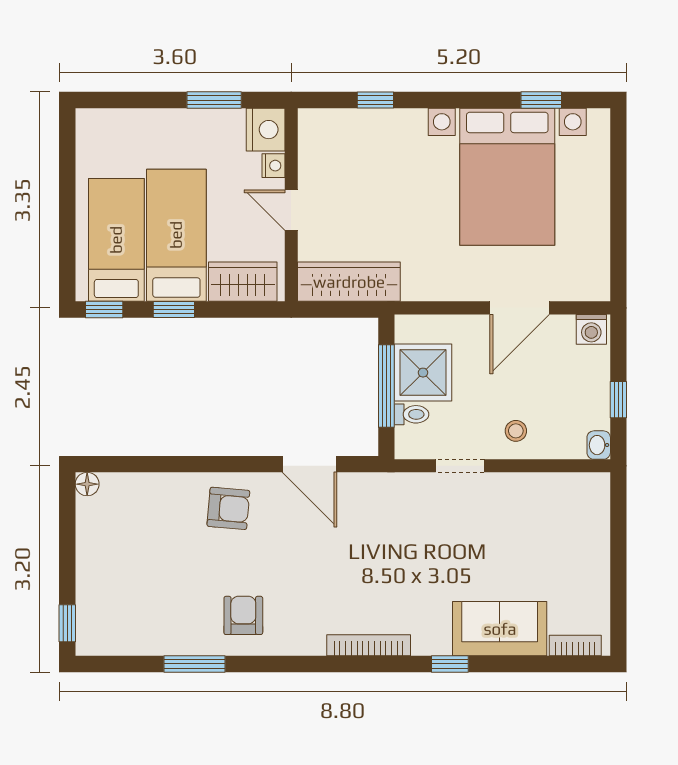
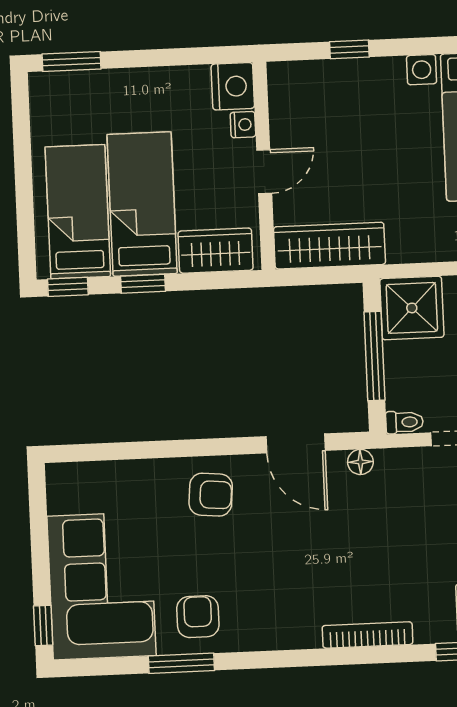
window: (214, 100) -> (71, 62), moved
door: (291, 210) -> (264, 172), swing flipped
shower: (423, 373) -> (412, 308), moved
toilet: (412, 414) -> (404, 422), moved
floor lamp: (87, 484) -> (360, 462), moved
corner sofa: (123, 589) -> (102, 586), added
armchair: (243, 615) -> (198, 617), moved

